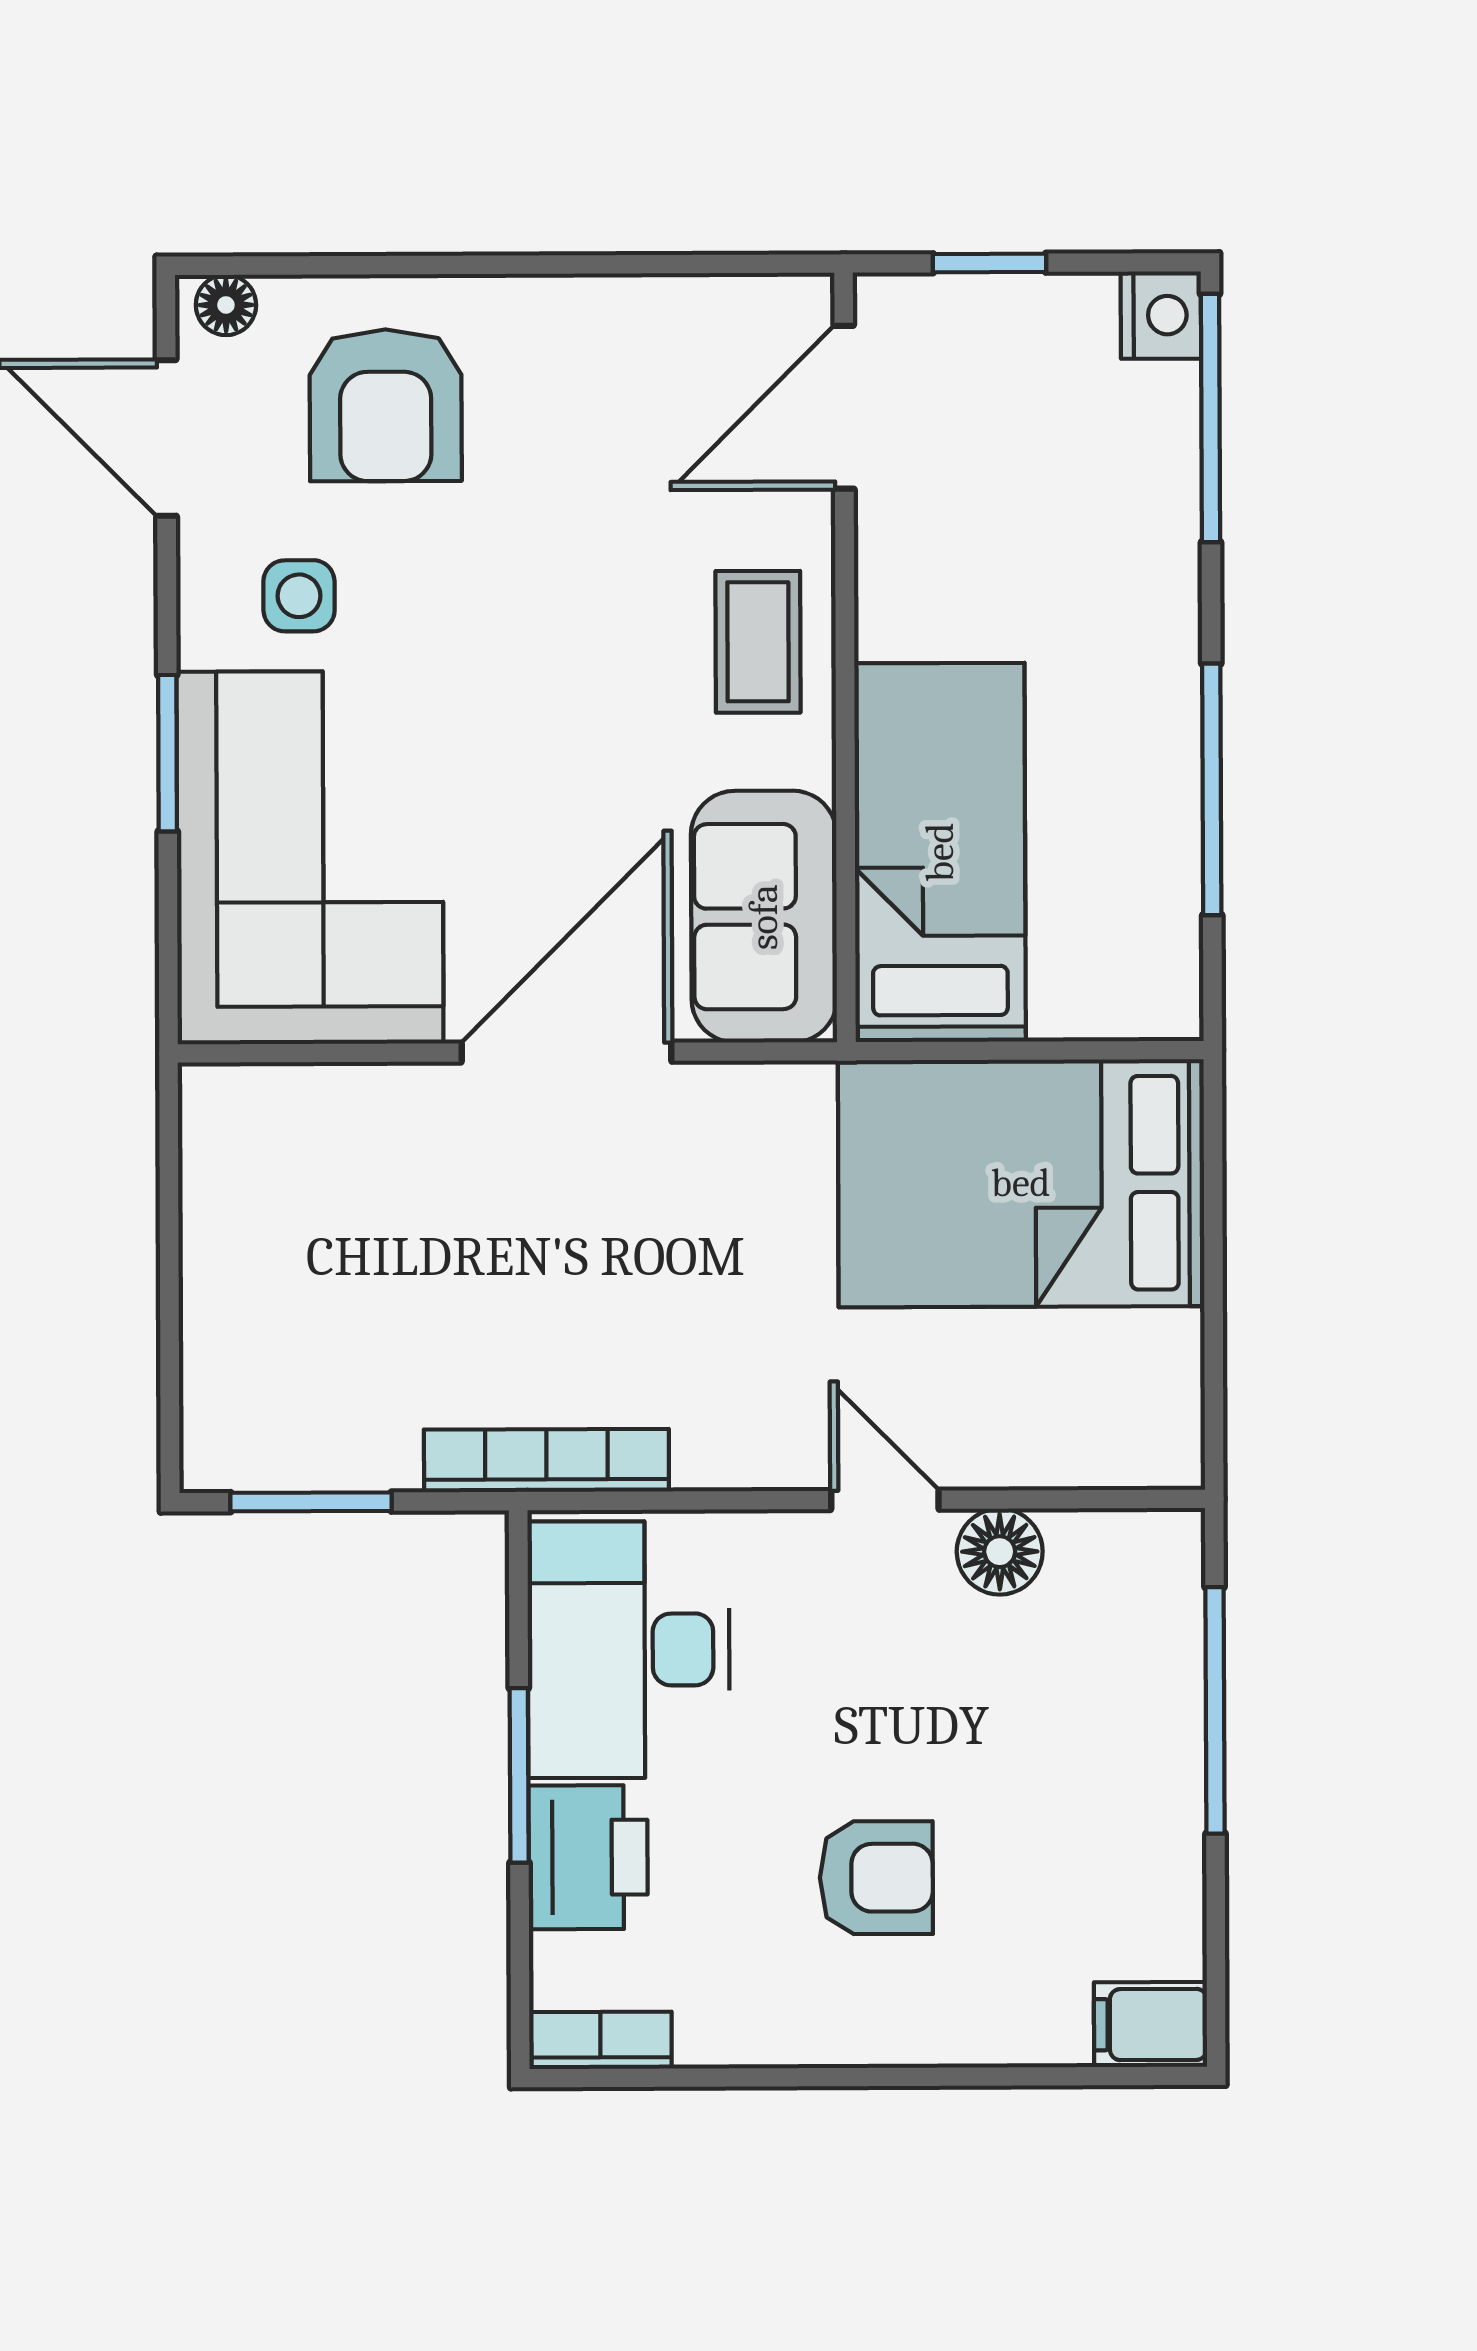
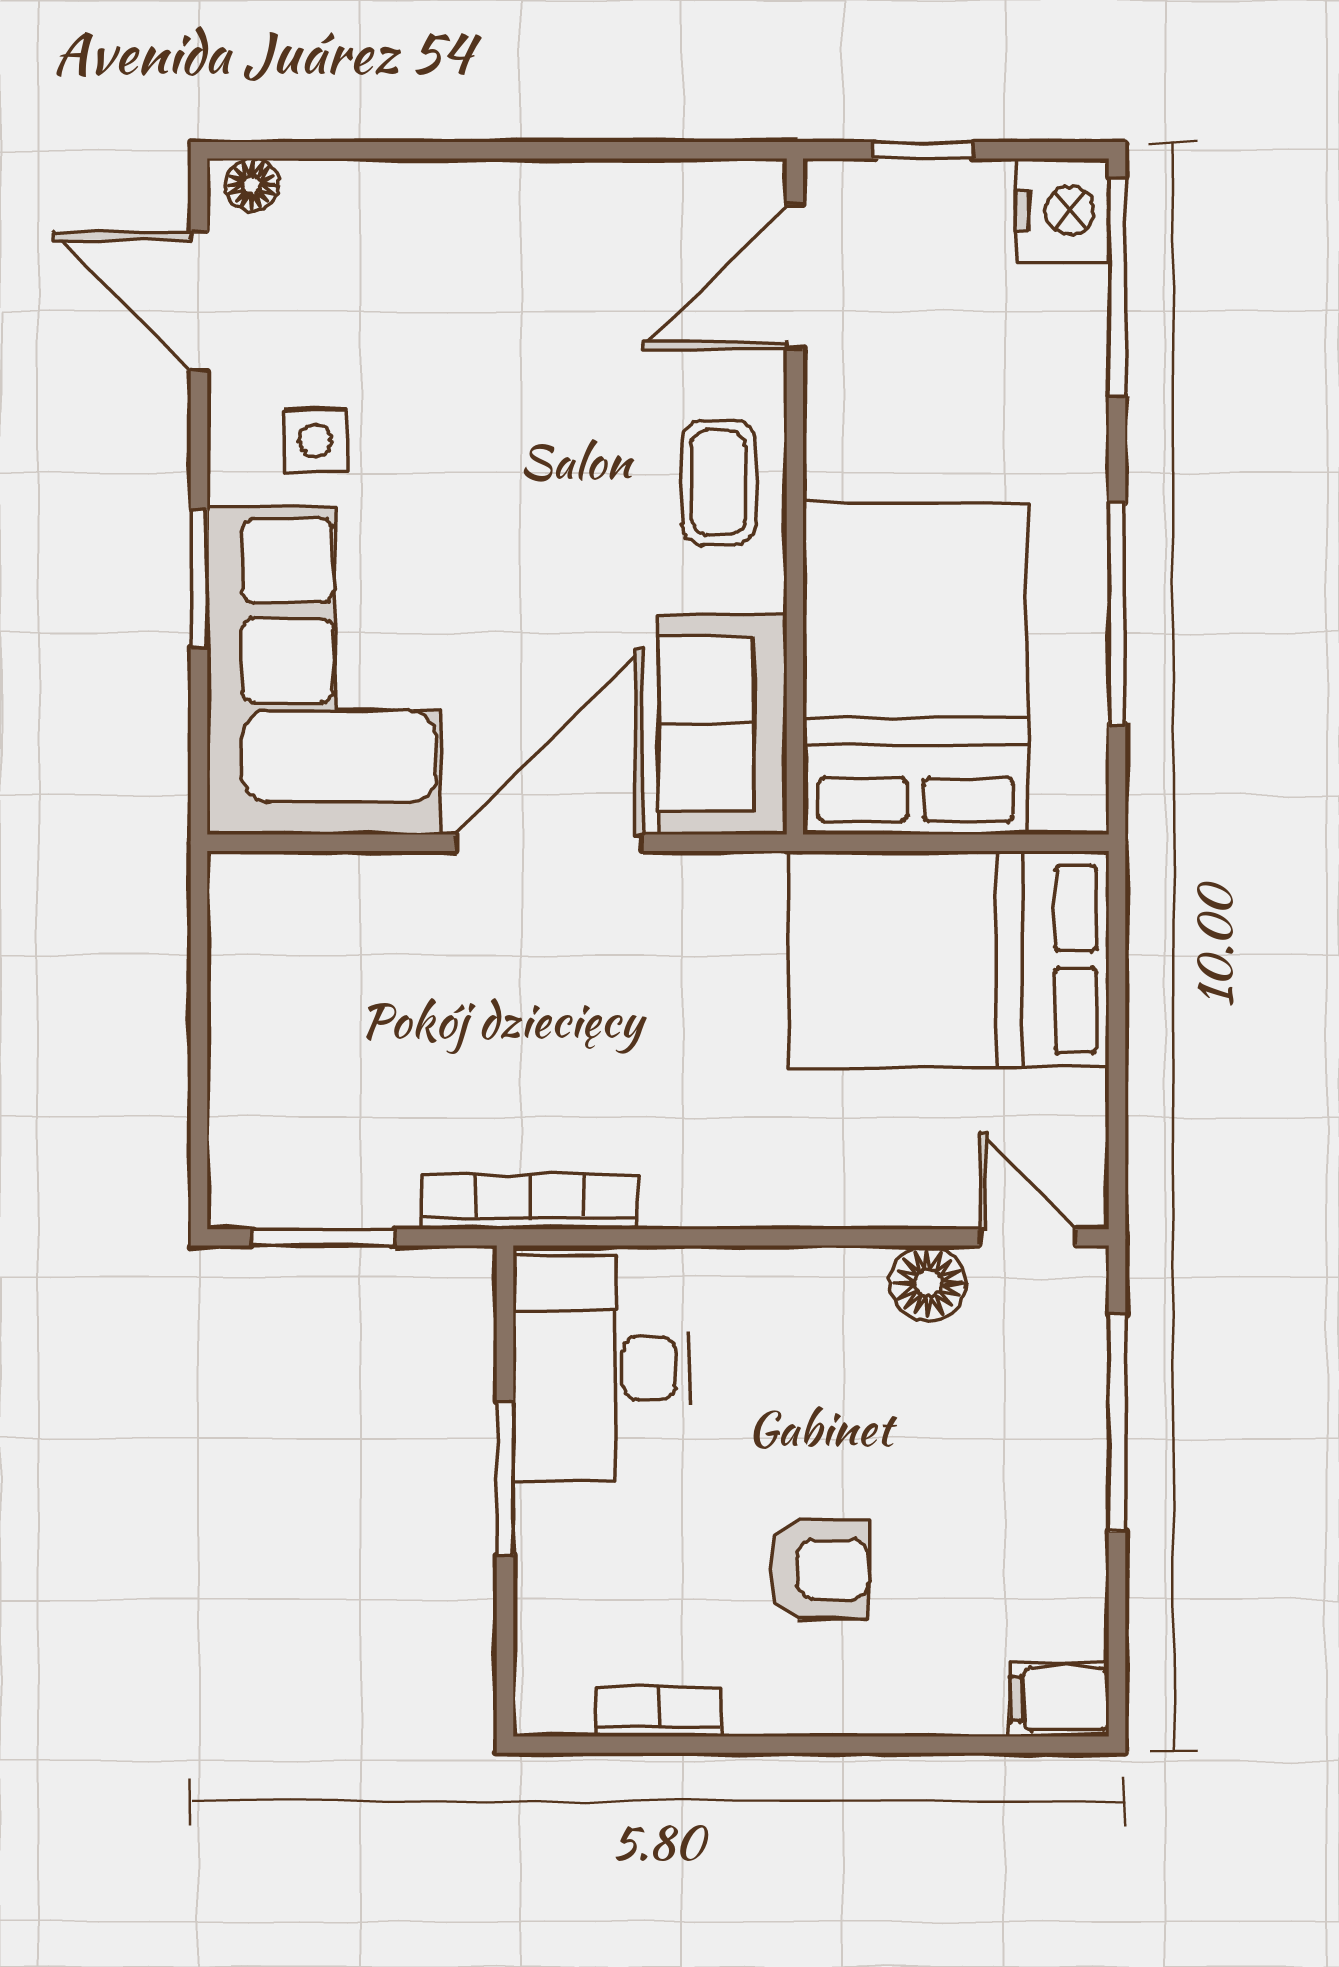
nightstand: (1161, 315) -> (1062, 210), width x1.36, depth x1.33
armchair: (386, 405) -> (392, 273), removed
bed: (940, 852) -> (915, 668), width x1.50
door: (885, 1500) -> (1027, 1237), moved
printer: (588, 1857) -> (565, 1551), removed
bookcase: (600, 2040) -> (659, 1712), moved

